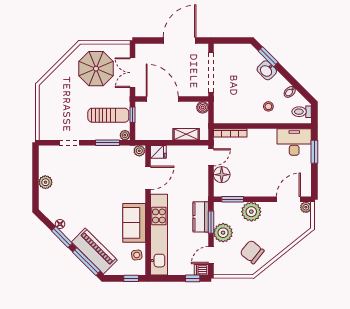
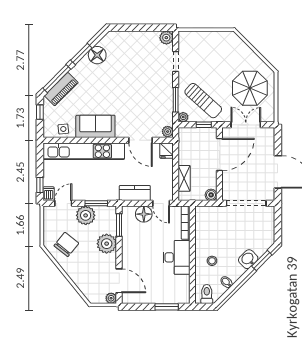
sun lounger: (108, 115) -> (203, 101), turned -48
desk: (294, 142) -> (176, 257), moved
plant: (45, 182) -> (166, 38), moved
kitchen counter: (201, 217) -> (135, 193), moved
floor lamp: (60, 224) -> (97, 55), width x1.89, depth x1.89
piano: (94, 251) -> (61, 89), width x0.73, depth x0.75
door: (211, 255) -> (63, 203), hinge flipped
window: (131, 278) -> (40, 112), moved

